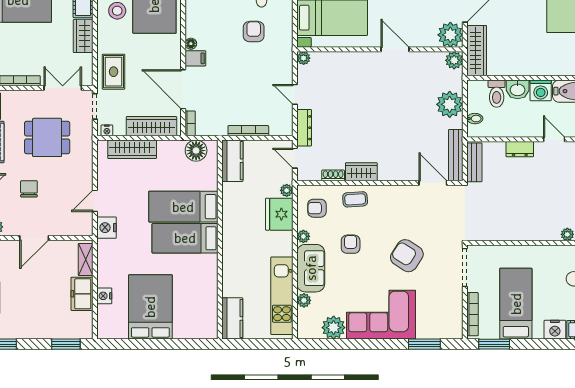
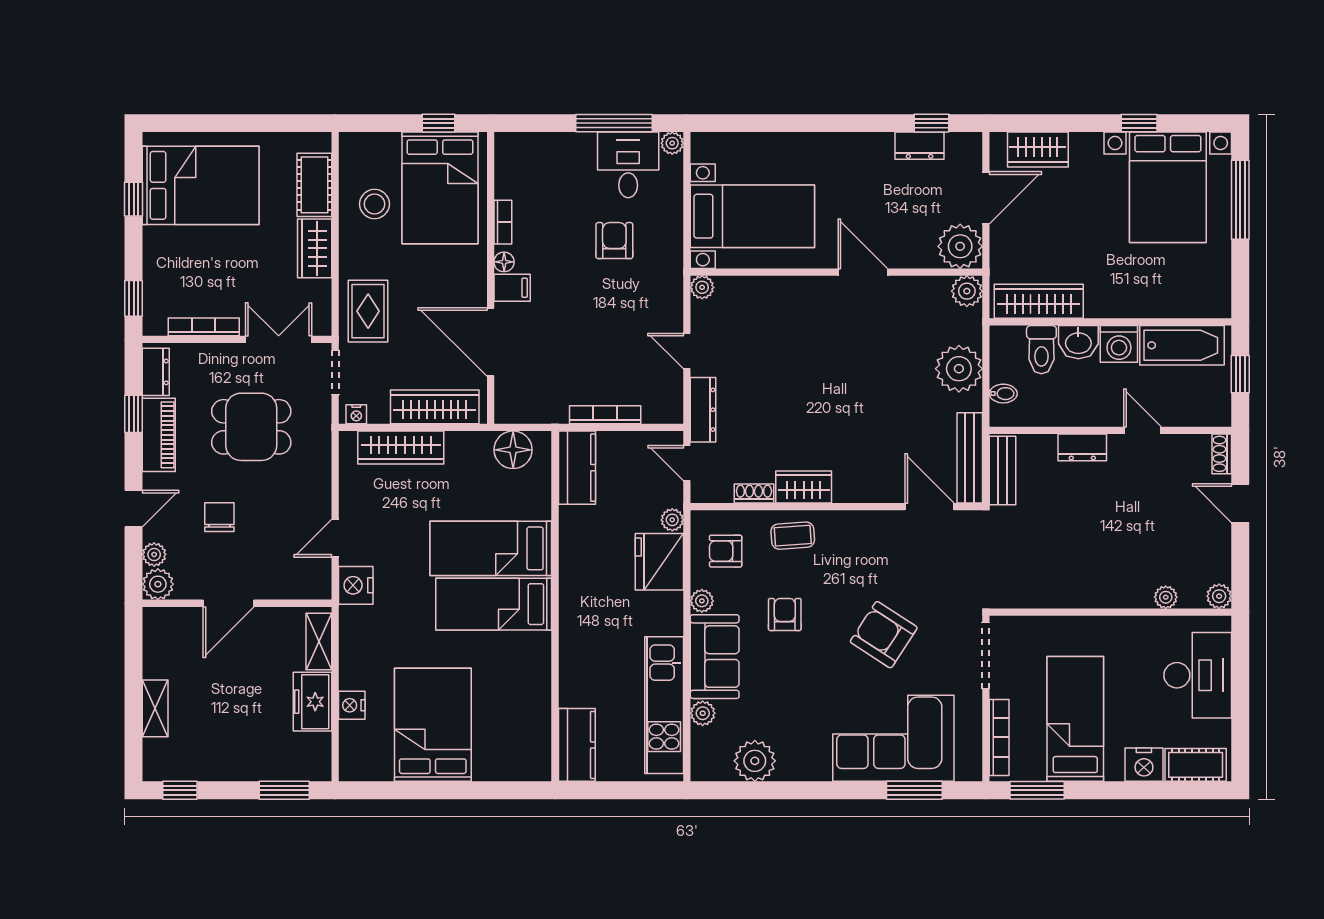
wardrobe: (477, 51) -> (1039, 301), moved, turned -90
bookcase: (190, 123) -> (503, 222), moved
corner sofa: (381, 315) -> (893, 738), moved

